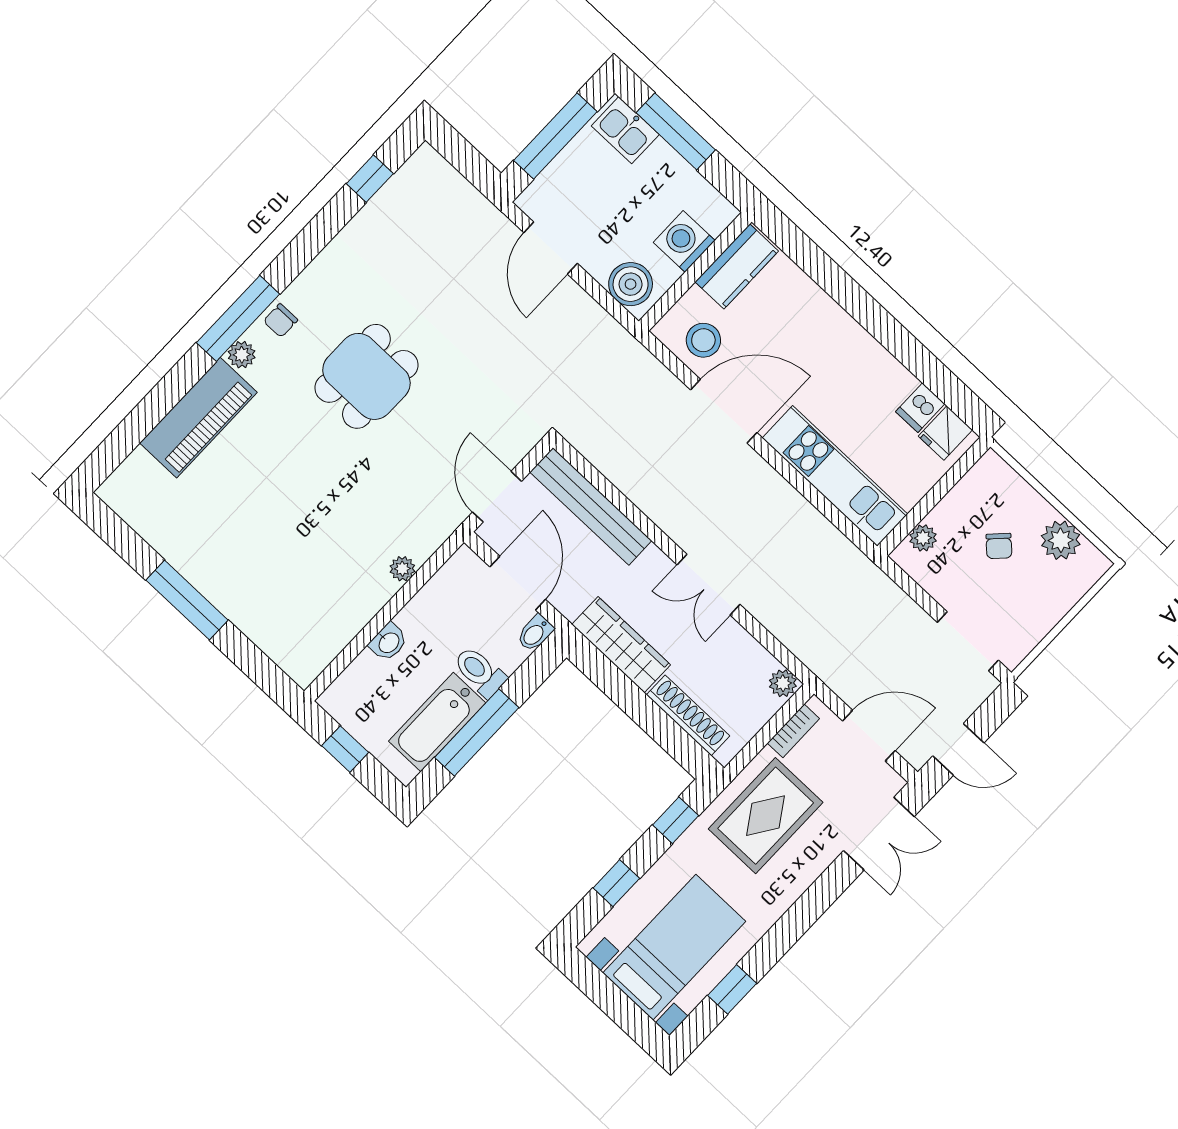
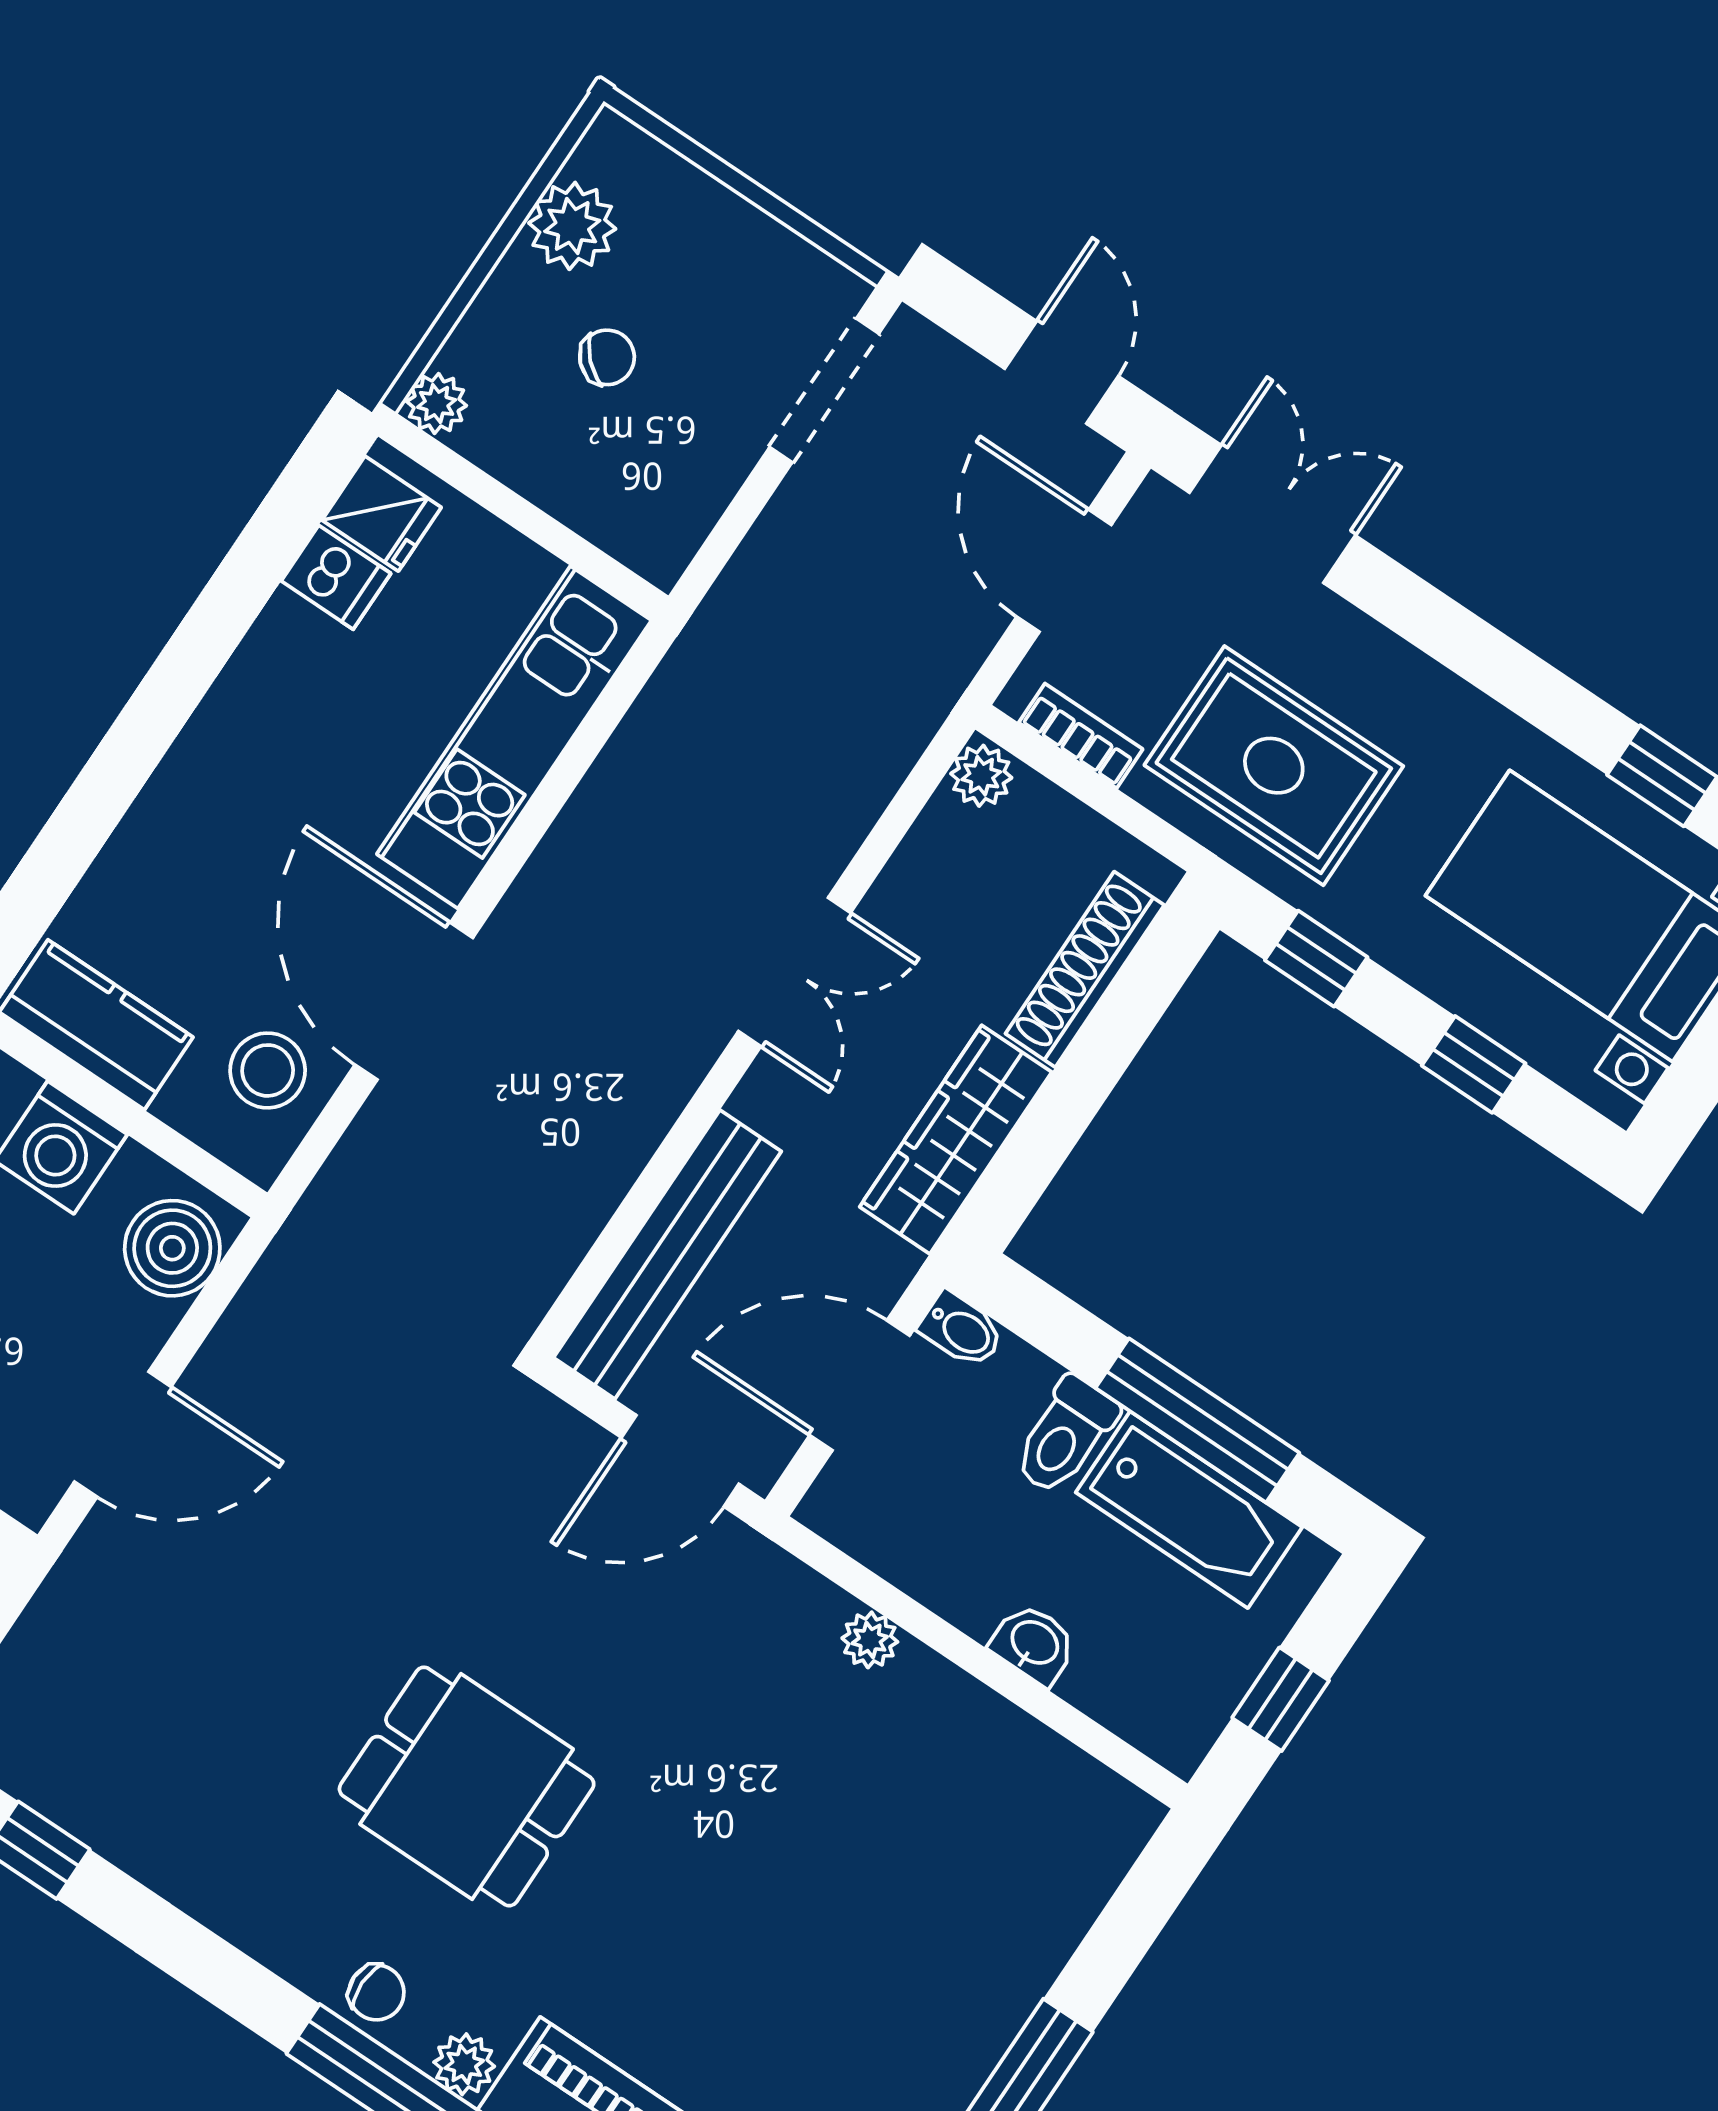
plant: (923, 538) -> (437, 403), moved

